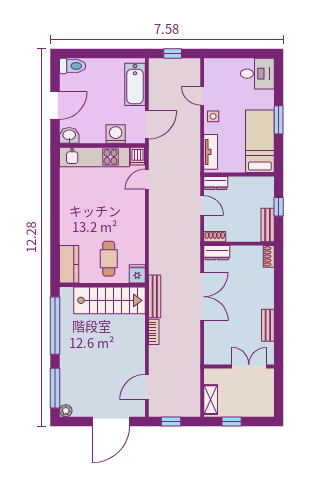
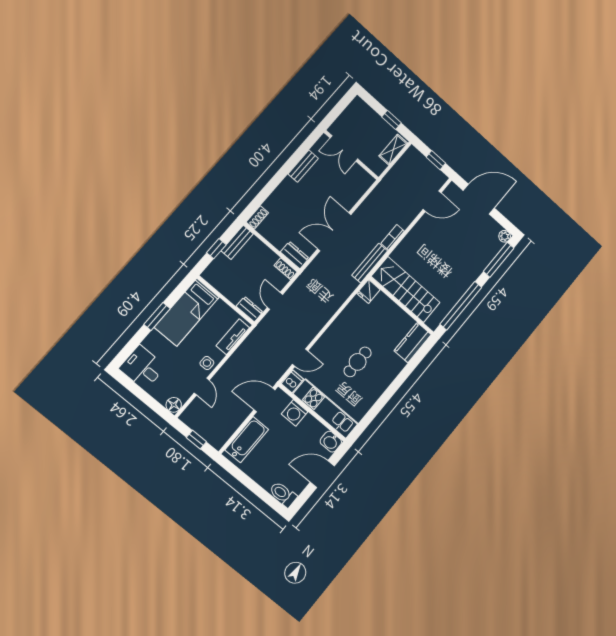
floor lamp: (211, 65) -> (174, 405), added
cafe table: (109, 259) -> (358, 362), moved

